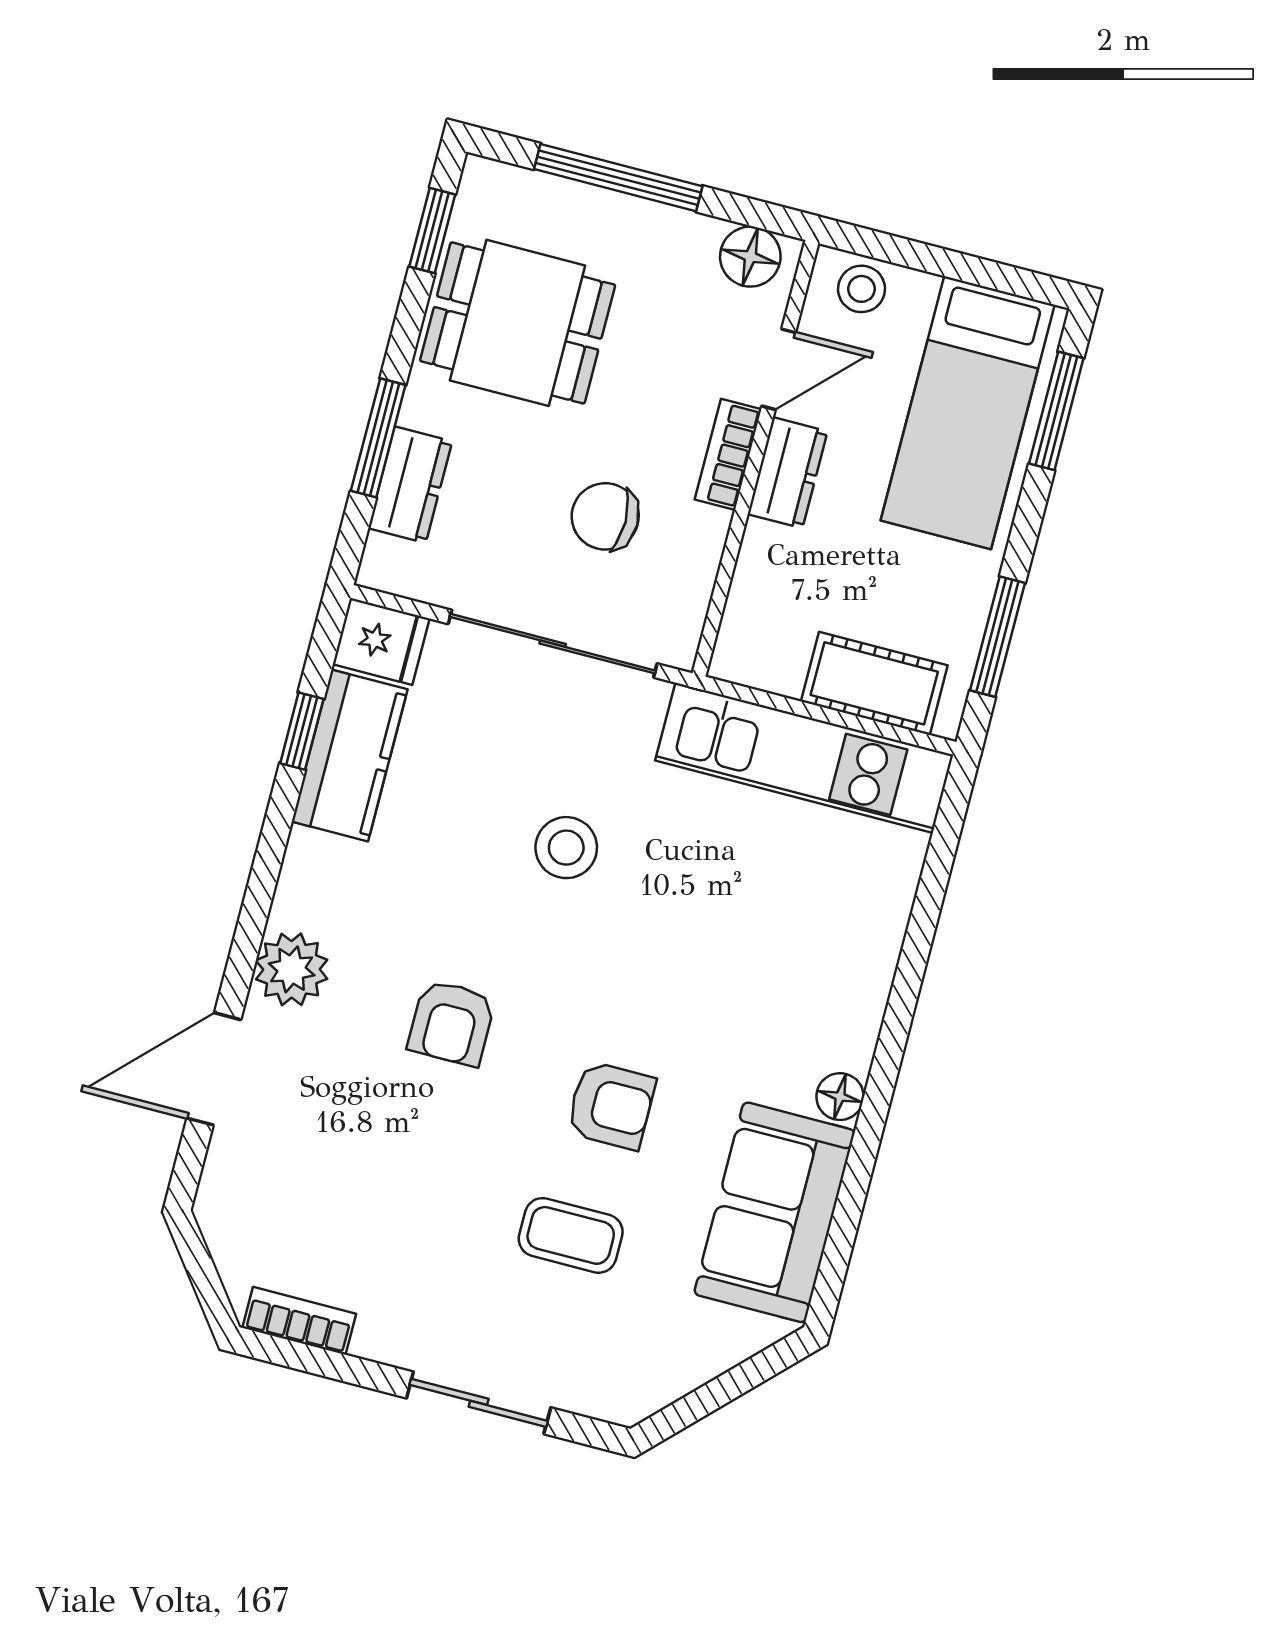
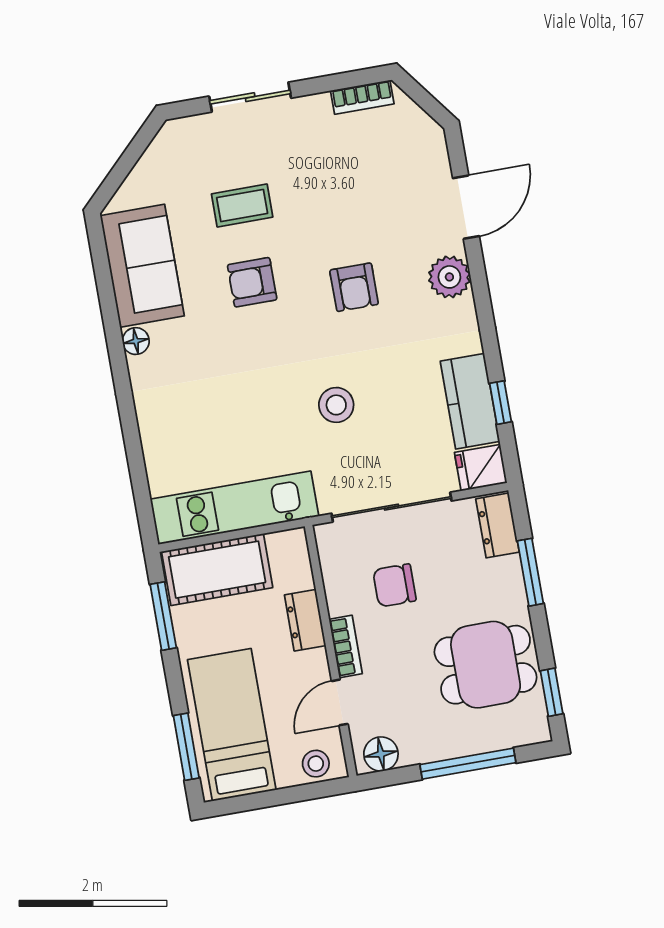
dresser: (788, 473) -> (305, 620), moved
dresser: (410, 485) -> (497, 525), moved
chair: (605, 516) -> (394, 585), turned 180
cot: (874, 683) -> (217, 570), width x1.37, depth x1.34
armchair: (451, 1023) -> (354, 287), turned 180

